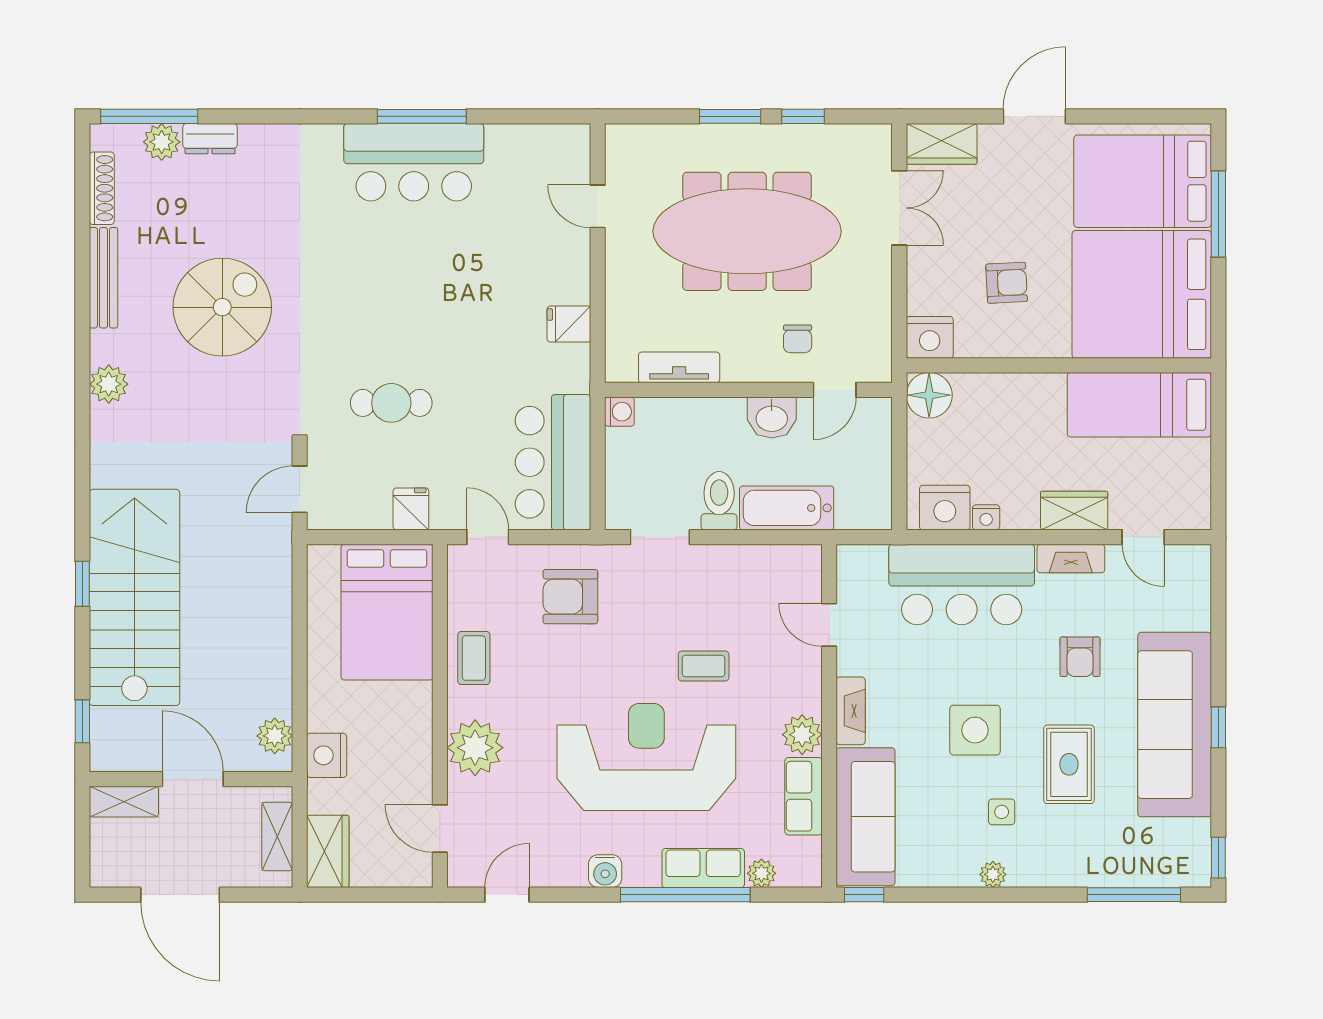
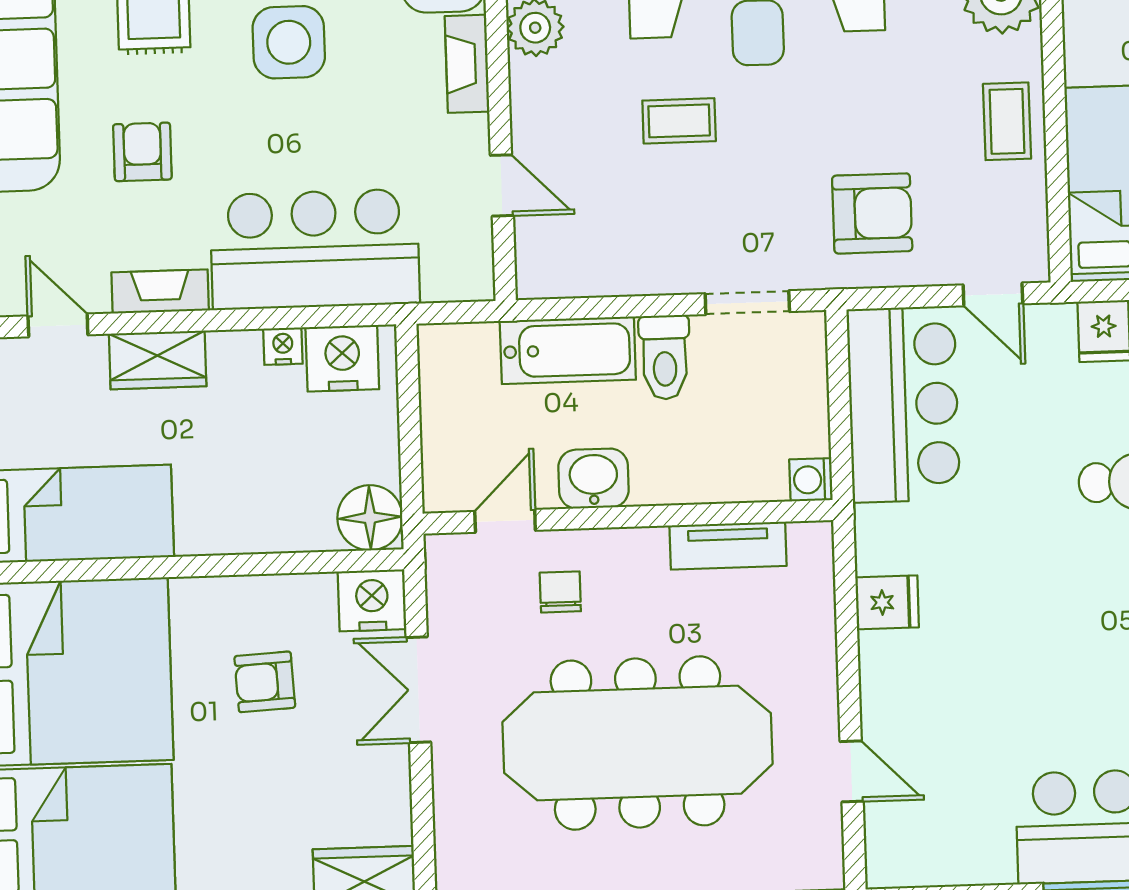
double door: (899, 208) -> (418, 690), moved

